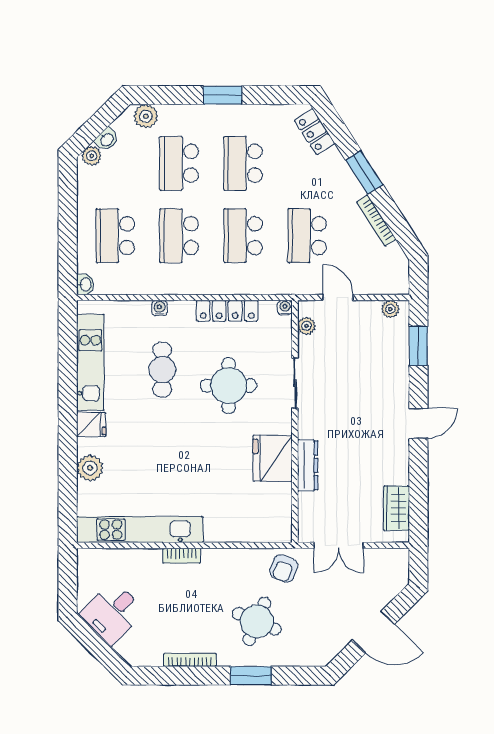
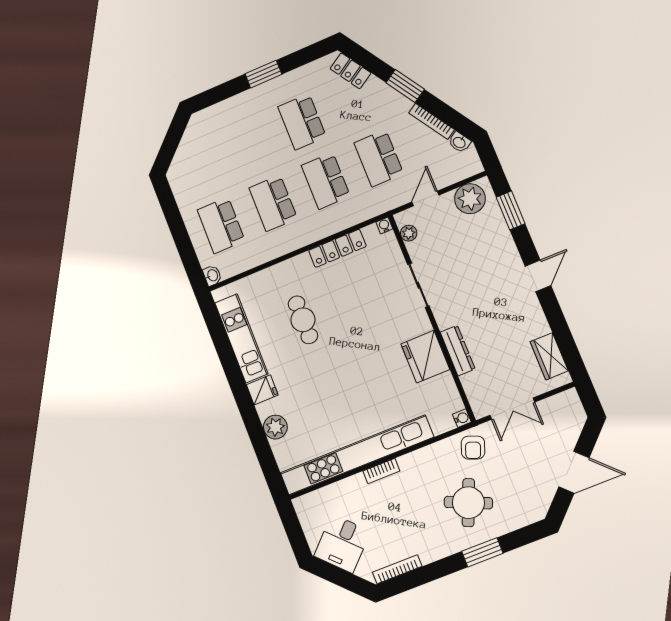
plant: (146, 116) -> (208, 118), removed
washbasin: (107, 140) -> (459, 142), moved, turned 103
plant: (92, 156) -> (177, 169), removed
school desk: (179, 163) -> (250, 144), removed
door: (338, 298) -> (425, 199), hinge flipped
water cooler: (159, 308) -> (462, 418), moved, turned 90
plant: (390, 309) -> (470, 199), width x1.88, depth x1.88
round table: (229, 386) -> (364, 310), removed
kitchen unit: (140, 530) -> (357, 455), width x1.36
bookcase: (190, 660) -> (397, 569), moved

